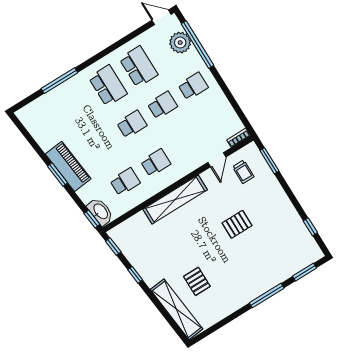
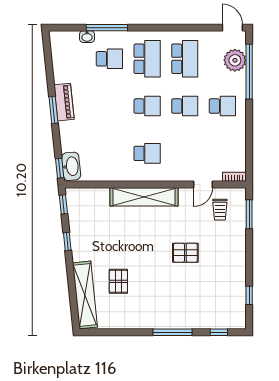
washbasin: (48, 98) -> (87, 37), added
piano: (68, 166) -> (64, 102), width x0.73, depth x0.75
school desk: (125, 182) -> (109, 59), moved
window: (304, 272) -> (219, 332), width x0.67

